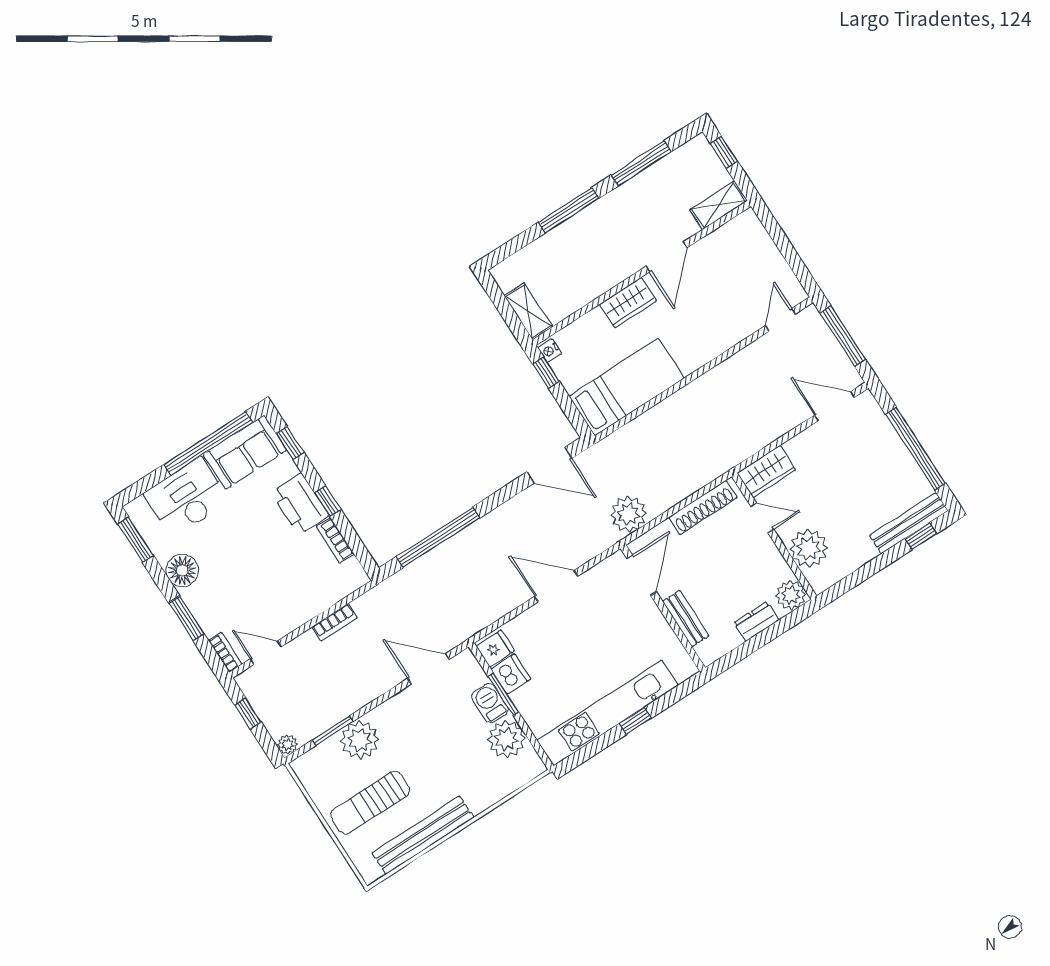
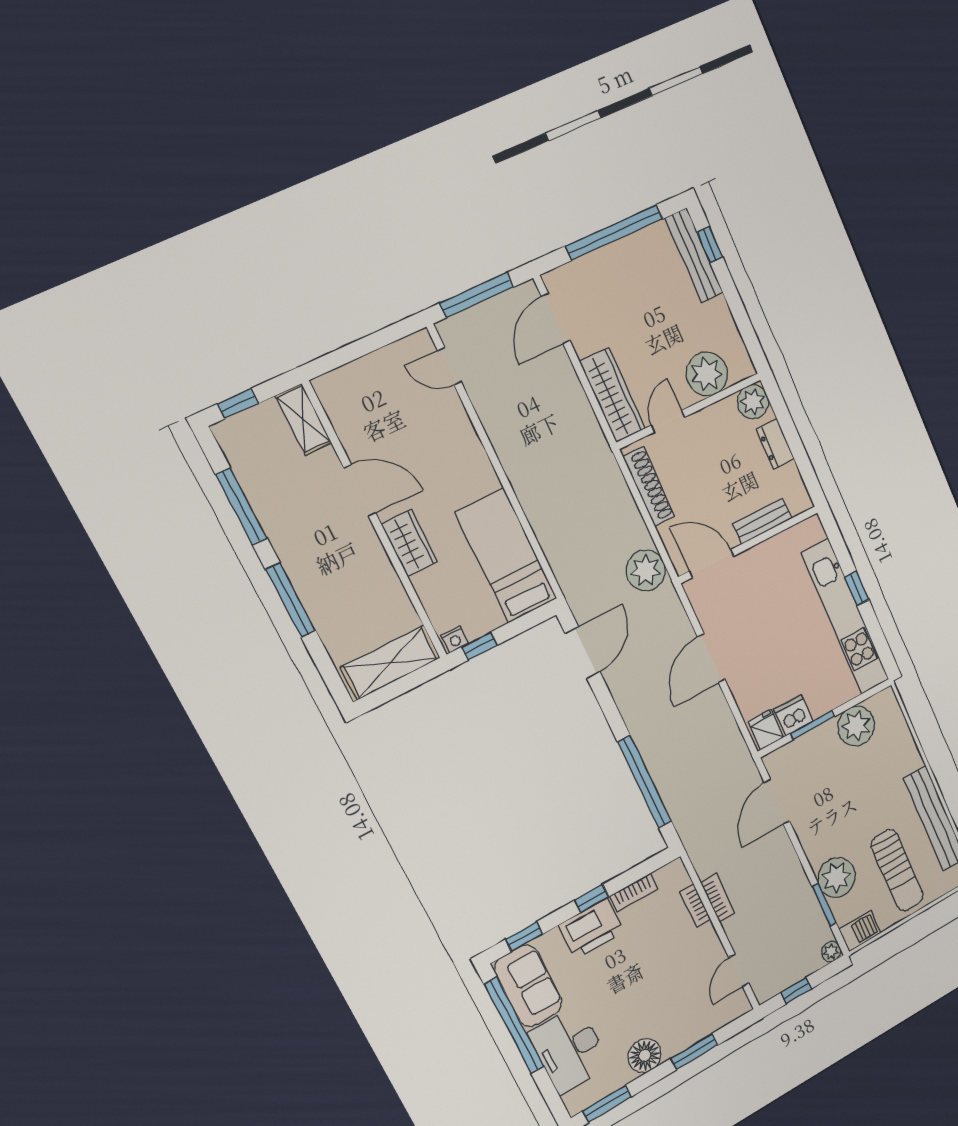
shelving: (528, 311) -> (391, 663), width x1.50, depth x1.33
wardrobe: (766, 471) -> (613, 395), width x1.50
bookcase: (225, 652) -> (695, 906), moved, turned -90
barbecue: (490, 703) -> (860, 931), moved, turned 180

